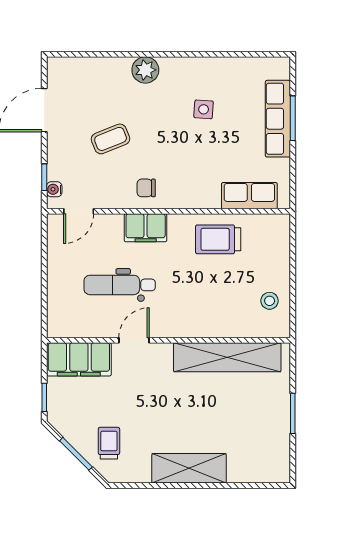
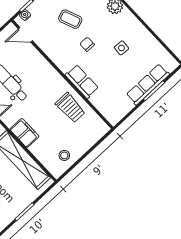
chair: (146, 188) -> (87, 44), moved
row of seats: (249, 196) -> (82, 82), moved
filing cabinet: (146, 228) -> (24, 133), moved, turned 180
trolley: (218, 239) -> (70, 108), turned 180

